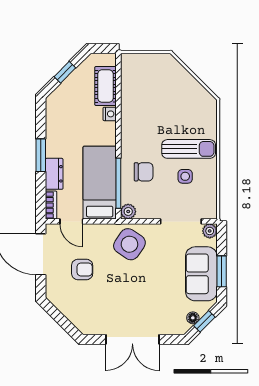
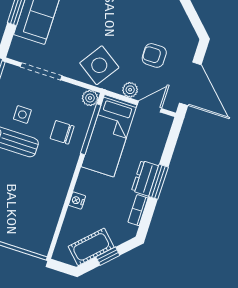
cot: (105, 86) -> (91, 247), moved, turned 45
dresser: (54, 174) -> (145, 178), moved
bookcase: (51, 205) -> (138, 210), moved
door: (71, 221) -> (149, 106), hinge flipped
plant: (210, 231) -> (130, 90), moved

